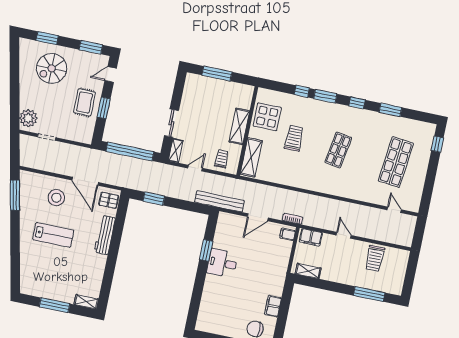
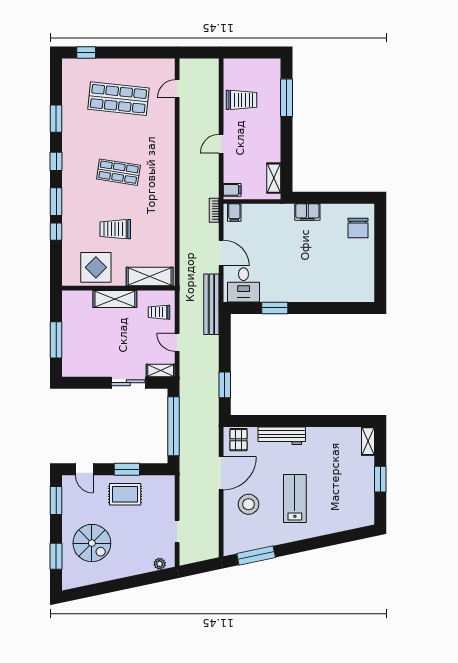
plant: (28, 118) -> (160, 564), width x0.53, depth x0.53
filing cabinet: (311, 237) -> (232, 190), width x0.50
desk: (222, 263) -> (244, 285), moved
window: (55, 305) -> (380, 479), width x0.69
filing cabinet: (273, 306) -> (307, 212), moved

